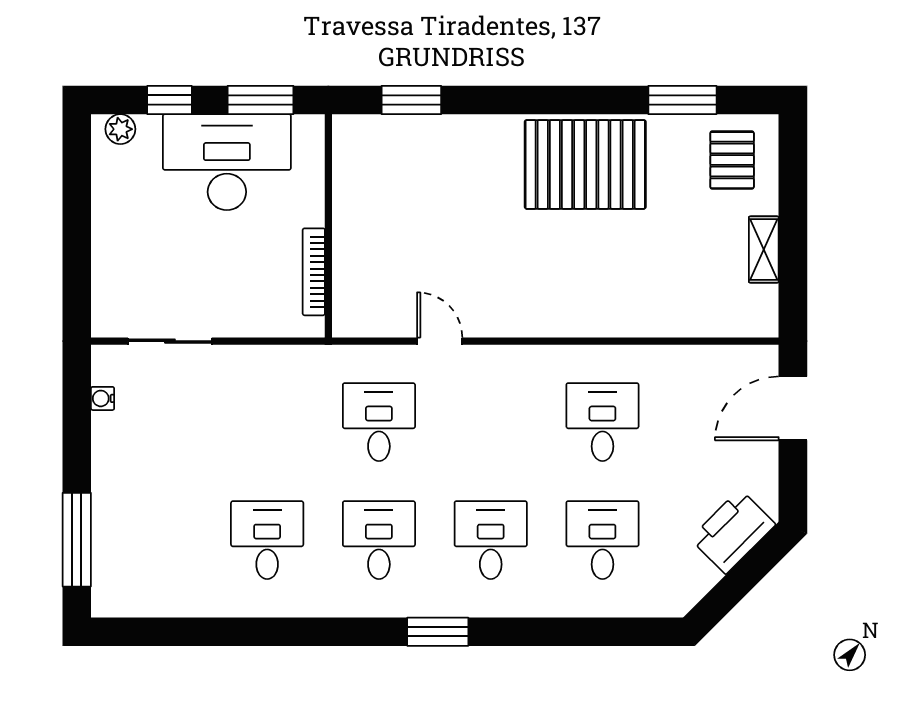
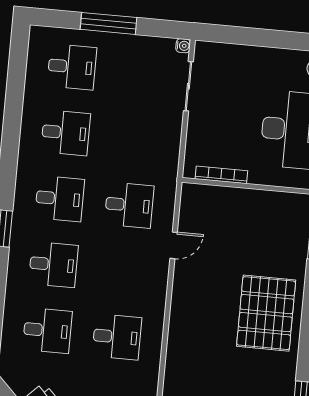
pallet: (585, 164) -> (266, 313), moved
water cooler: (103, 398) -> (183, 46), moved, turned 90
window: (77, 540) -> (108, 23), moved
desk: (155, 540) -> (72, 67), added

